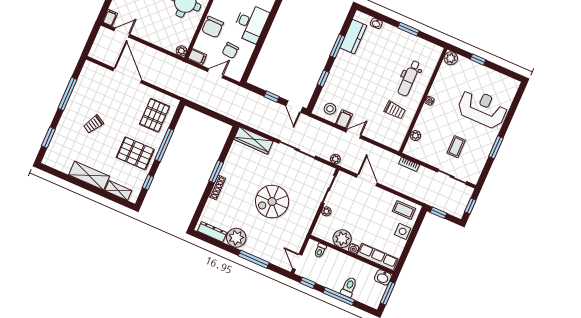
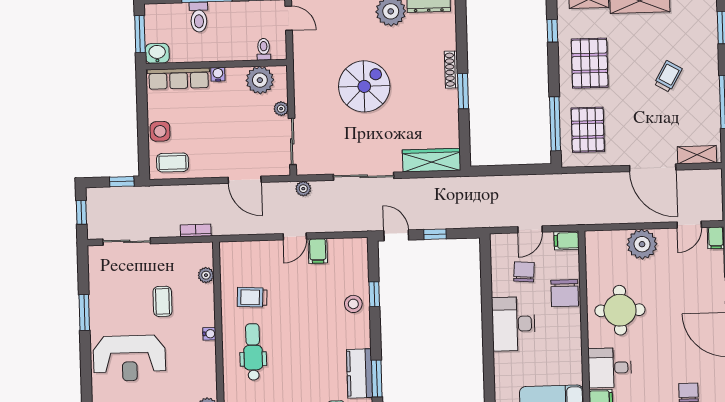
chair: (213, 27) -> (565, 293), turned 180
window: (337, 46) -> (377, 379), moved
plant: (181, 51) -> (642, 244), moved, width x1.87, depth x1.87
shelving: (98, 71) -> (697, 155), added
stool: (330, 109) -> (353, 304), moved
window: (164, 145) -> (555, 124), moved
coffee table: (456, 147) -> (163, 301), moved
pallet: (135, 153) -> (590, 63), turned 90
plant: (342, 239) -> (260, 80), moved

